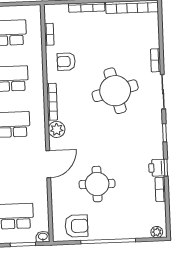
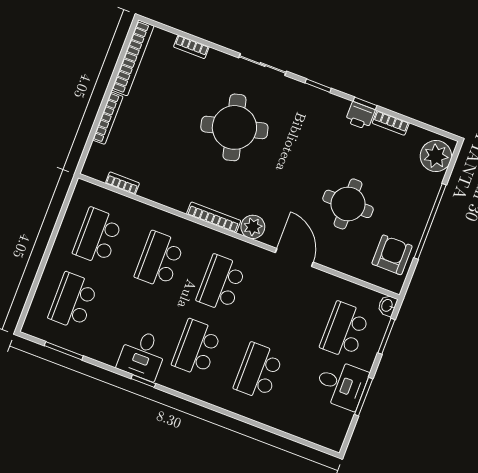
bookcase: (156, 60) -> (191, 47), moved
armchair: (66, 62) -> (168, 176), removed
plant: (157, 232) -> (436, 156), width x1.88, depth x1.88

